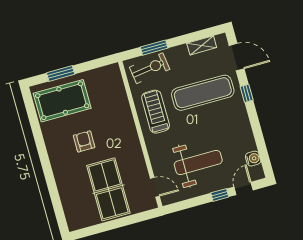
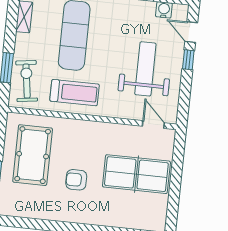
pool table: (62, 101) -> (33, 155), moved
treadmill: (156, 112) -> (75, 93), turned 180
door: (155, 187) -> (153, 124), hinge flipped

